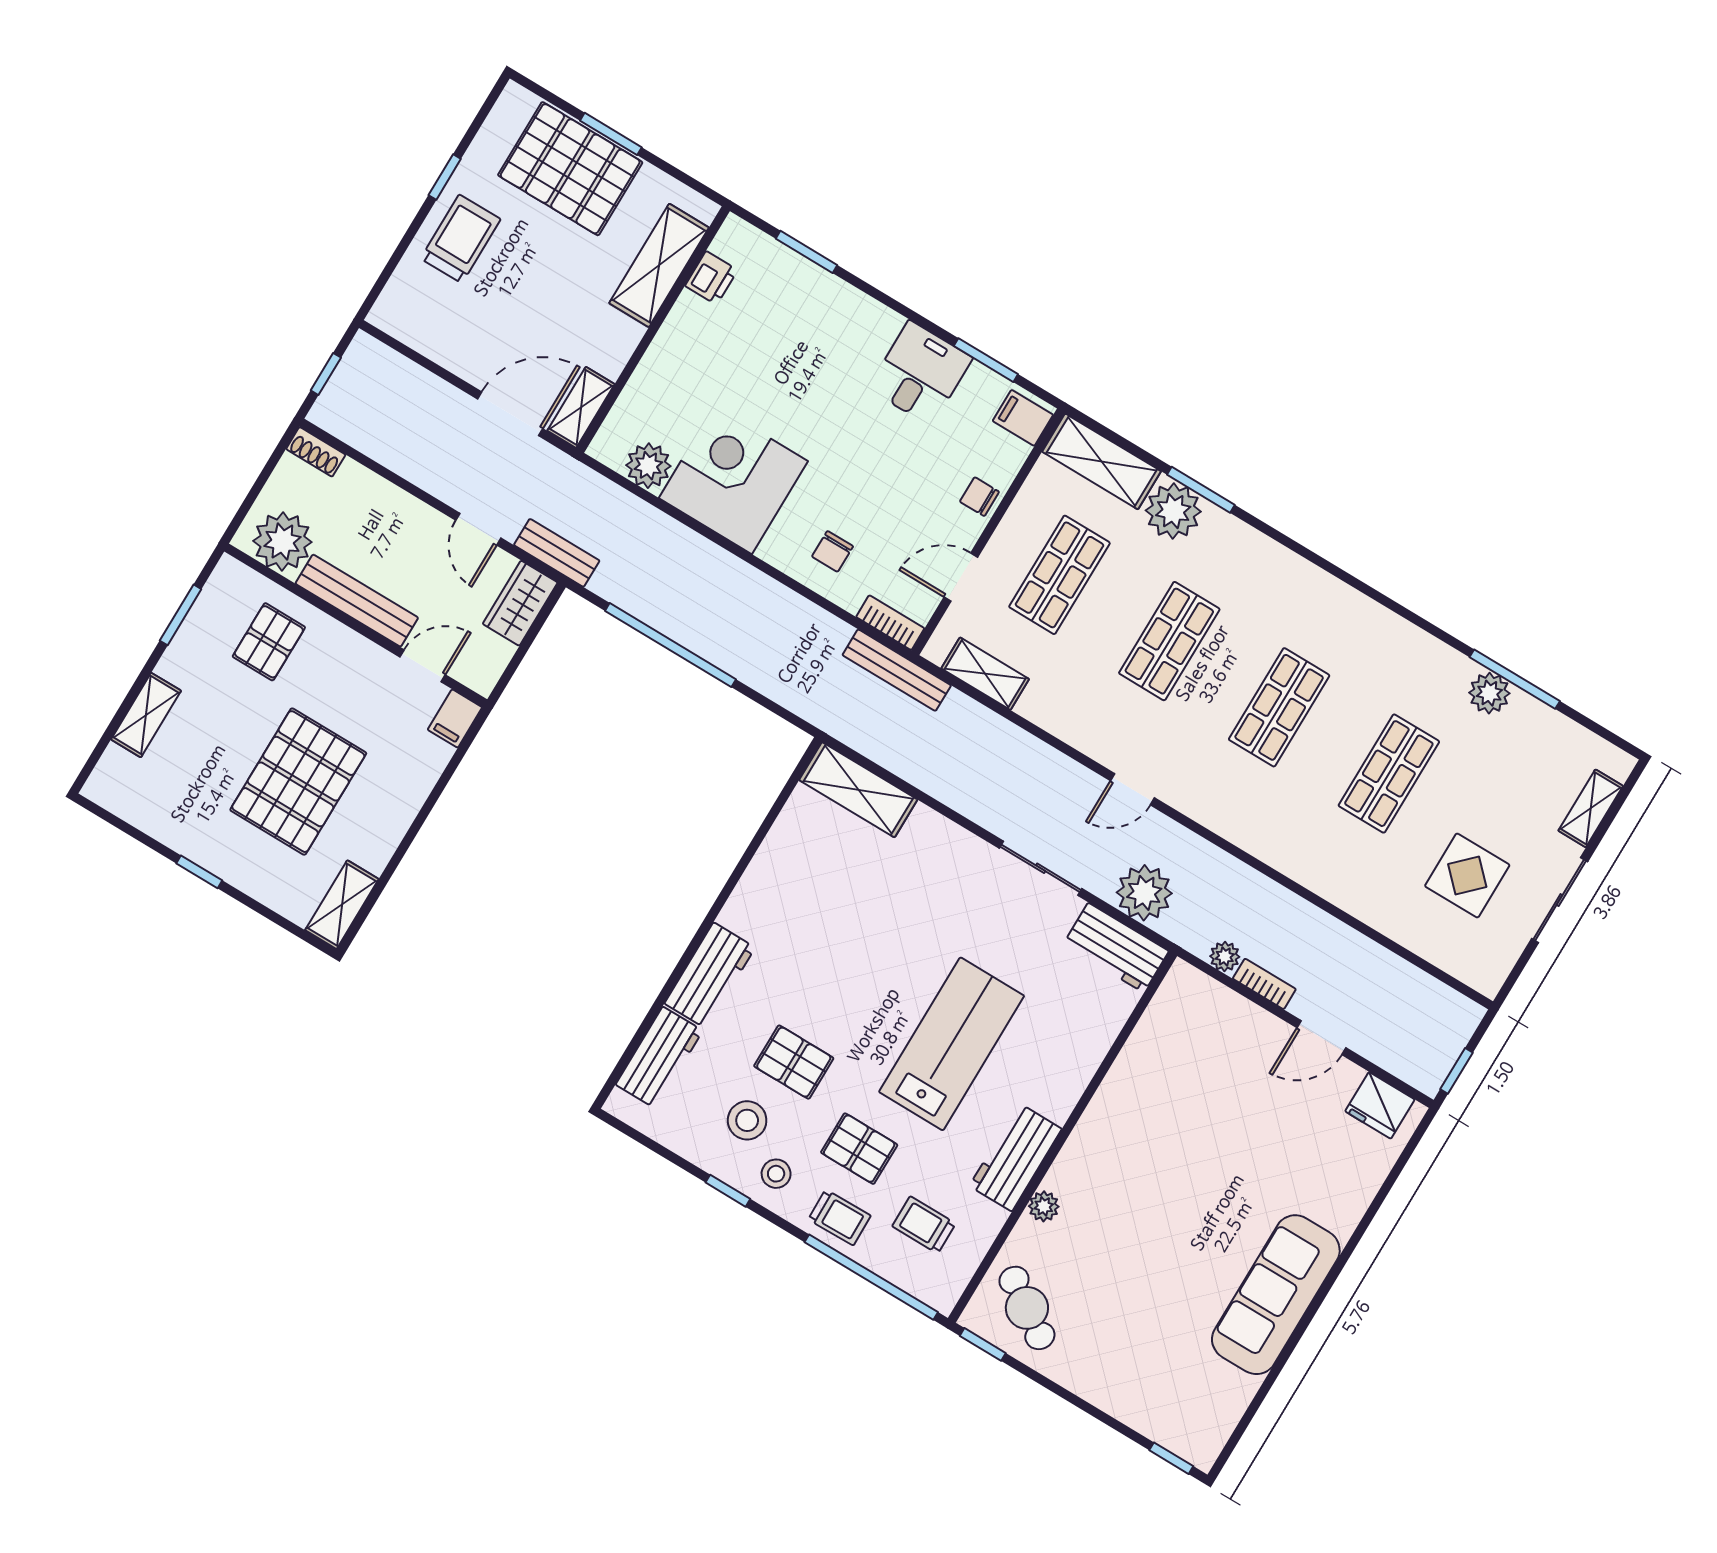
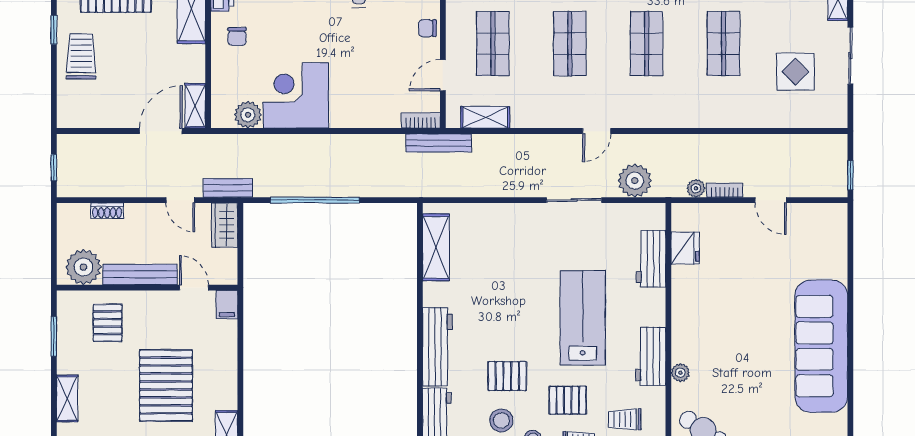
shoe rack: (316, 452) -> (107, 211), moved
chair: (833, 551) -> (237, 36), moved
door: (423, 666) -> (194, 288), hinge flipped
shelving: (858, 790) -> (436, 247), moved, turned 90
workbench: (1116, 948) -> (651, 259), moved, turned 90
workbench: (710, 975) -> (437, 347), width x1.38
door: (1321, 1038) -> (771, 200), hinge flipped
fridge: (1380, 1105) -> (685, 248), moved, turned -90
sofa: (1276, 1295) -> (821, 346), width x1.36, depth x1.27

